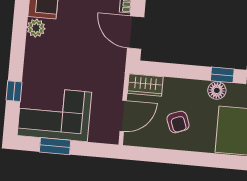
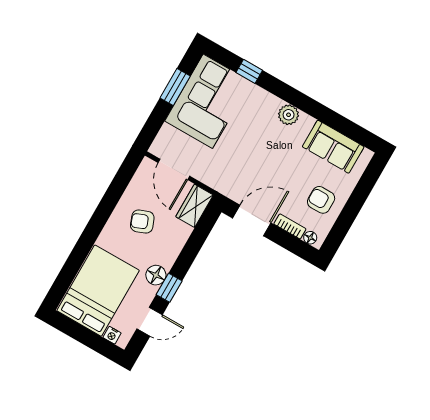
plant: (36, 28) -> (289, 115), moved

